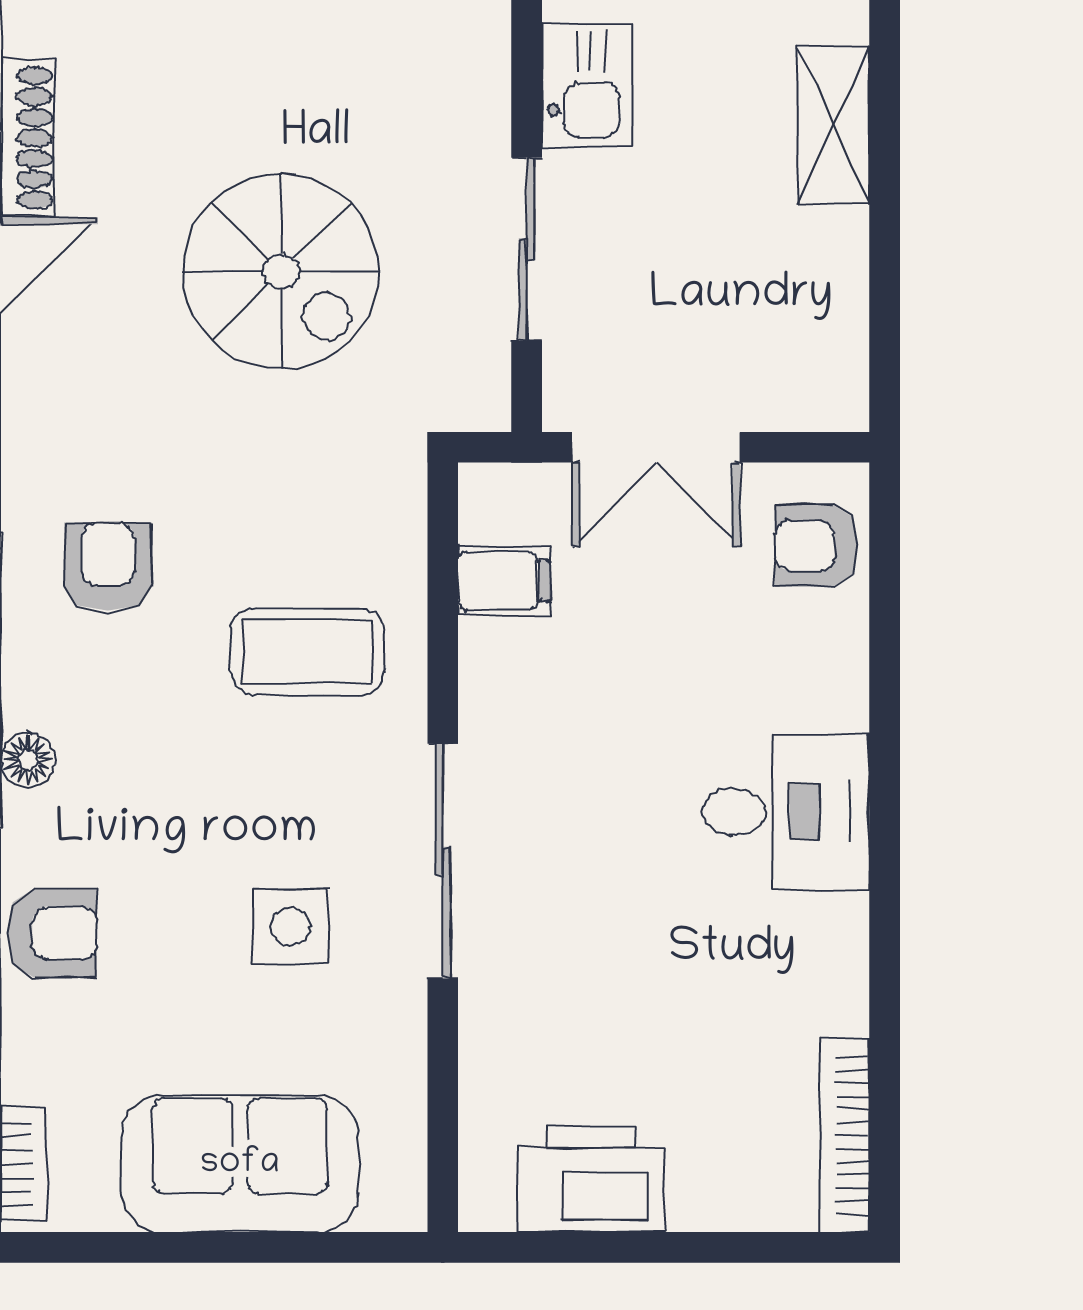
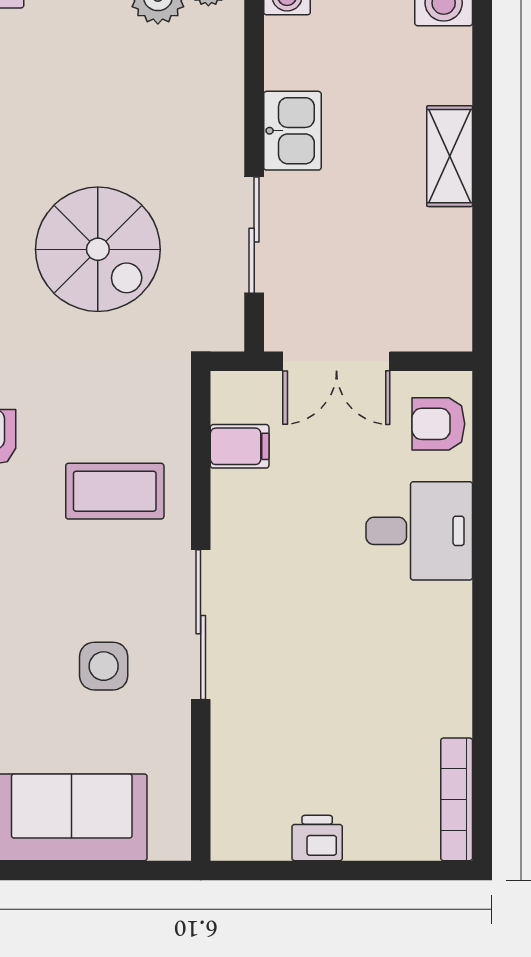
desk: (786, 812) -> (419, 531), moved
printer: (591, 1179) -> (317, 838), width x0.53, depth x0.68

